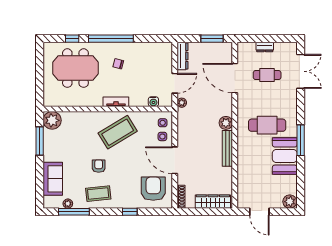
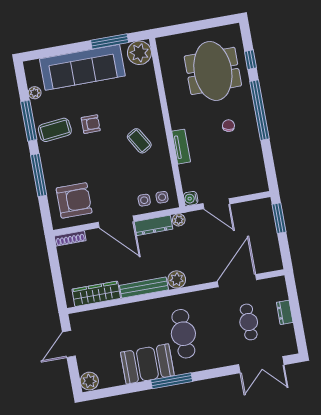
window: (212, 39) -> (279, 218), moved
dresser: (182, 56) -> (153, 225), moved
tv unit: (116, 102) -> (181, 147), moved
water cooler: (153, 102) -> (191, 198), moved
plant: (182, 103) -> (179, 220), moved
coffee table: (118, 132) -> (139, 141), width x0.54, depth x0.58
door: (175, 160) -> (116, 222), swing flipped
sofa: (53, 179) -> (82, 67), width x1.85, depth x1.27
coffee table: (98, 194) -> (55, 130), turned 90
wardrobe: (213, 202) -> (96, 294), moved, turned -90
window: (74, 212) -> (29, 121), moved
window: (130, 212) -> (39, 175), width x2.17

